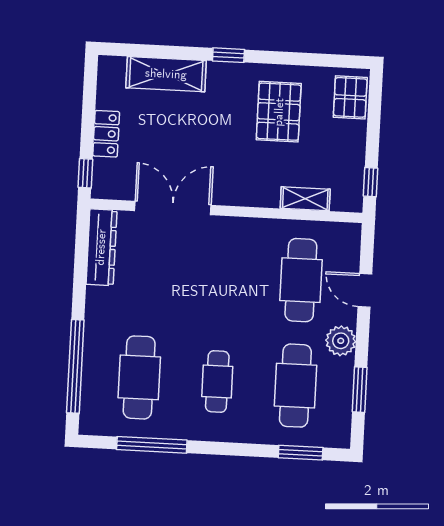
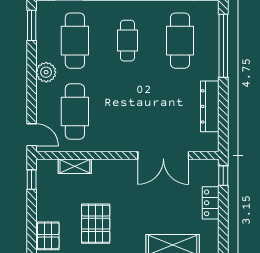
dresser: (101, 247) -> (210, 106), moved
door: (365, 290) -> (32, 135), moved
window: (360, 390) -> (32, 25), moved

